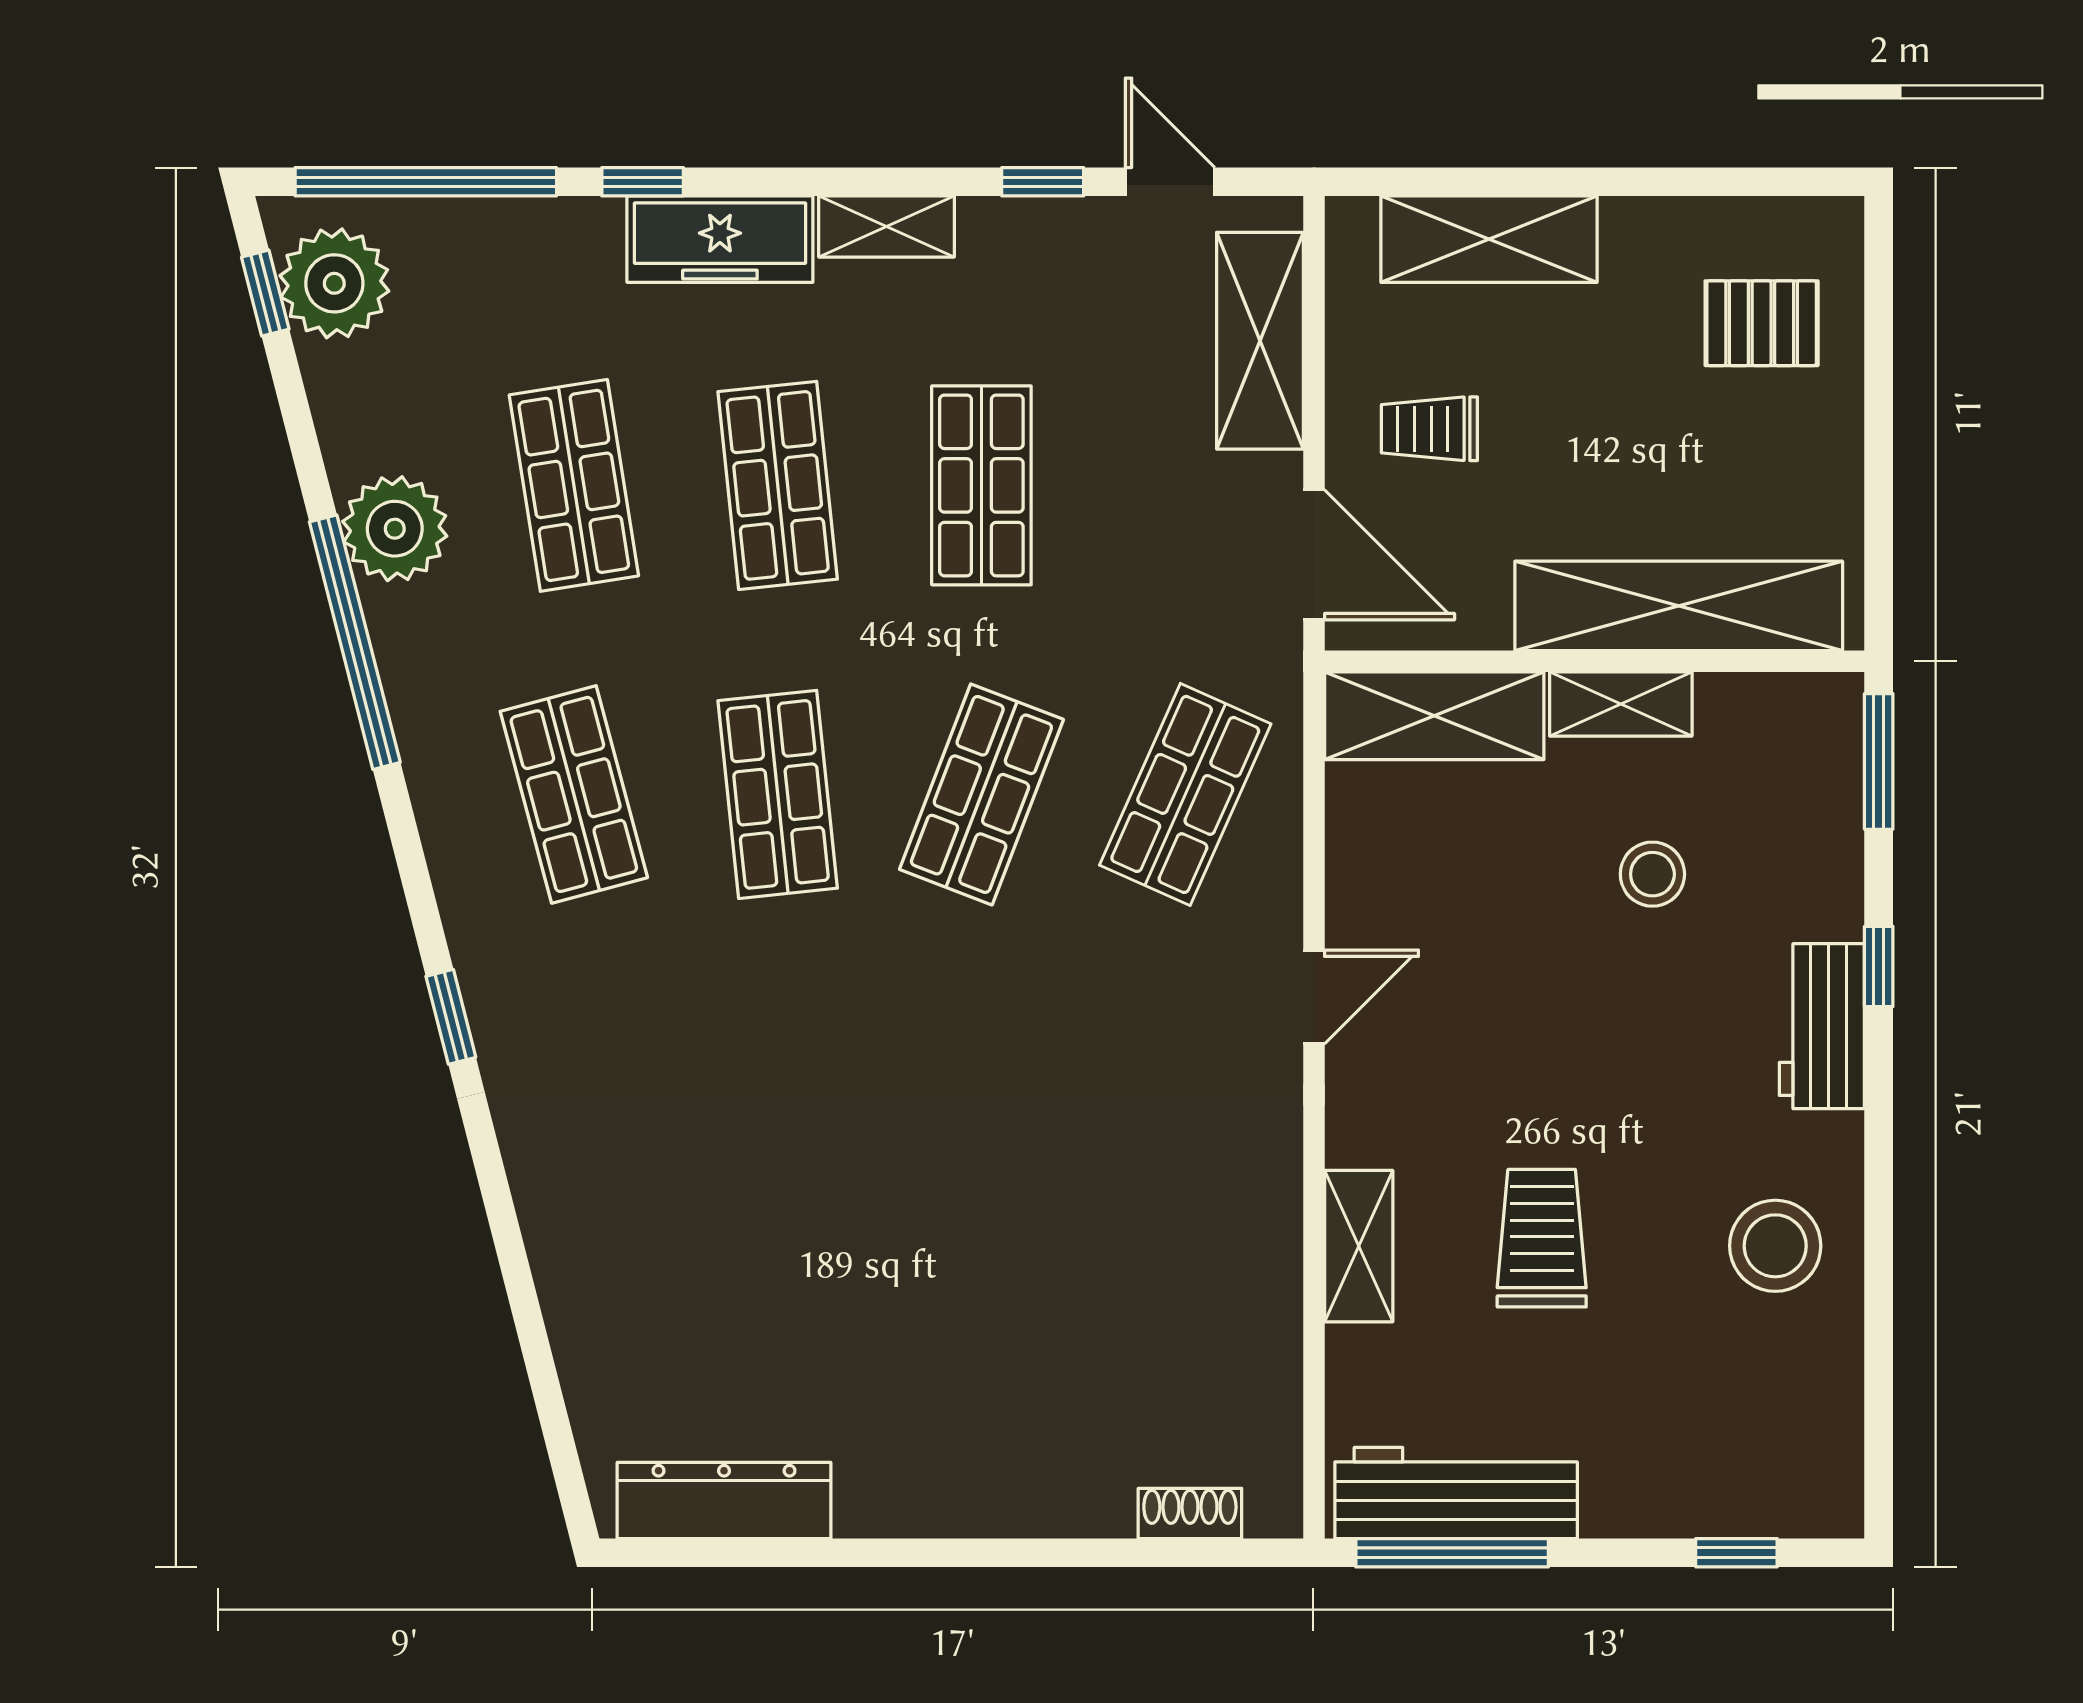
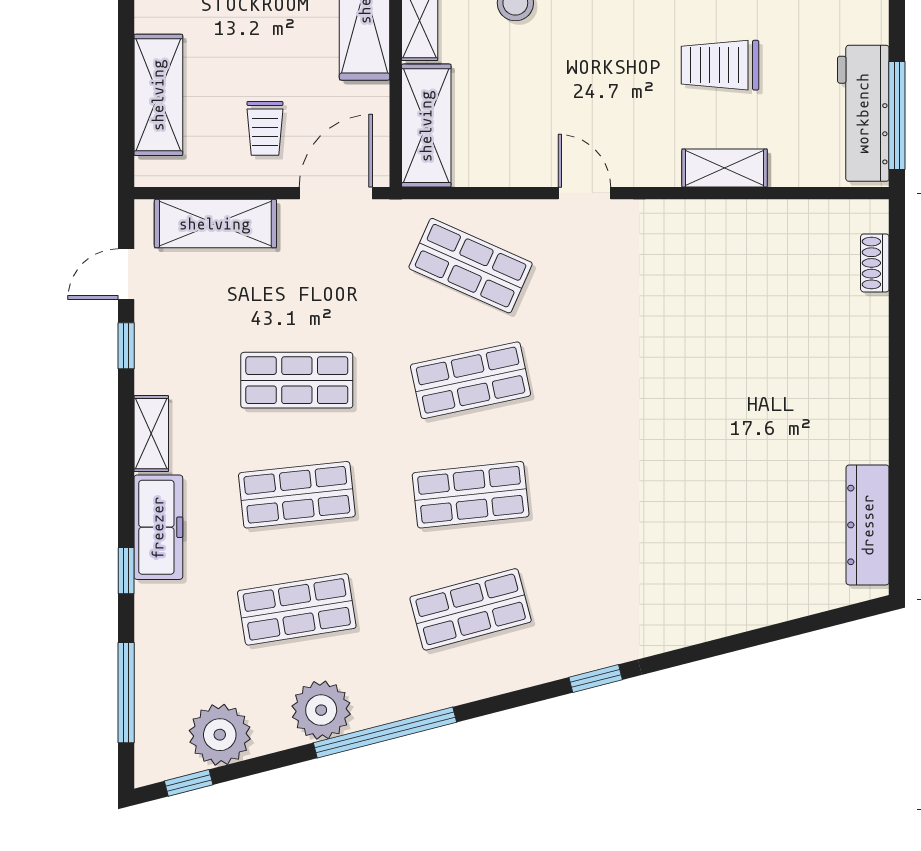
window: (426, 182) -> (126, 693), width x0.68
plant: (334, 283) -> (220, 735), moved
shop shelf: (981, 794) -> (471, 380), turned -33

